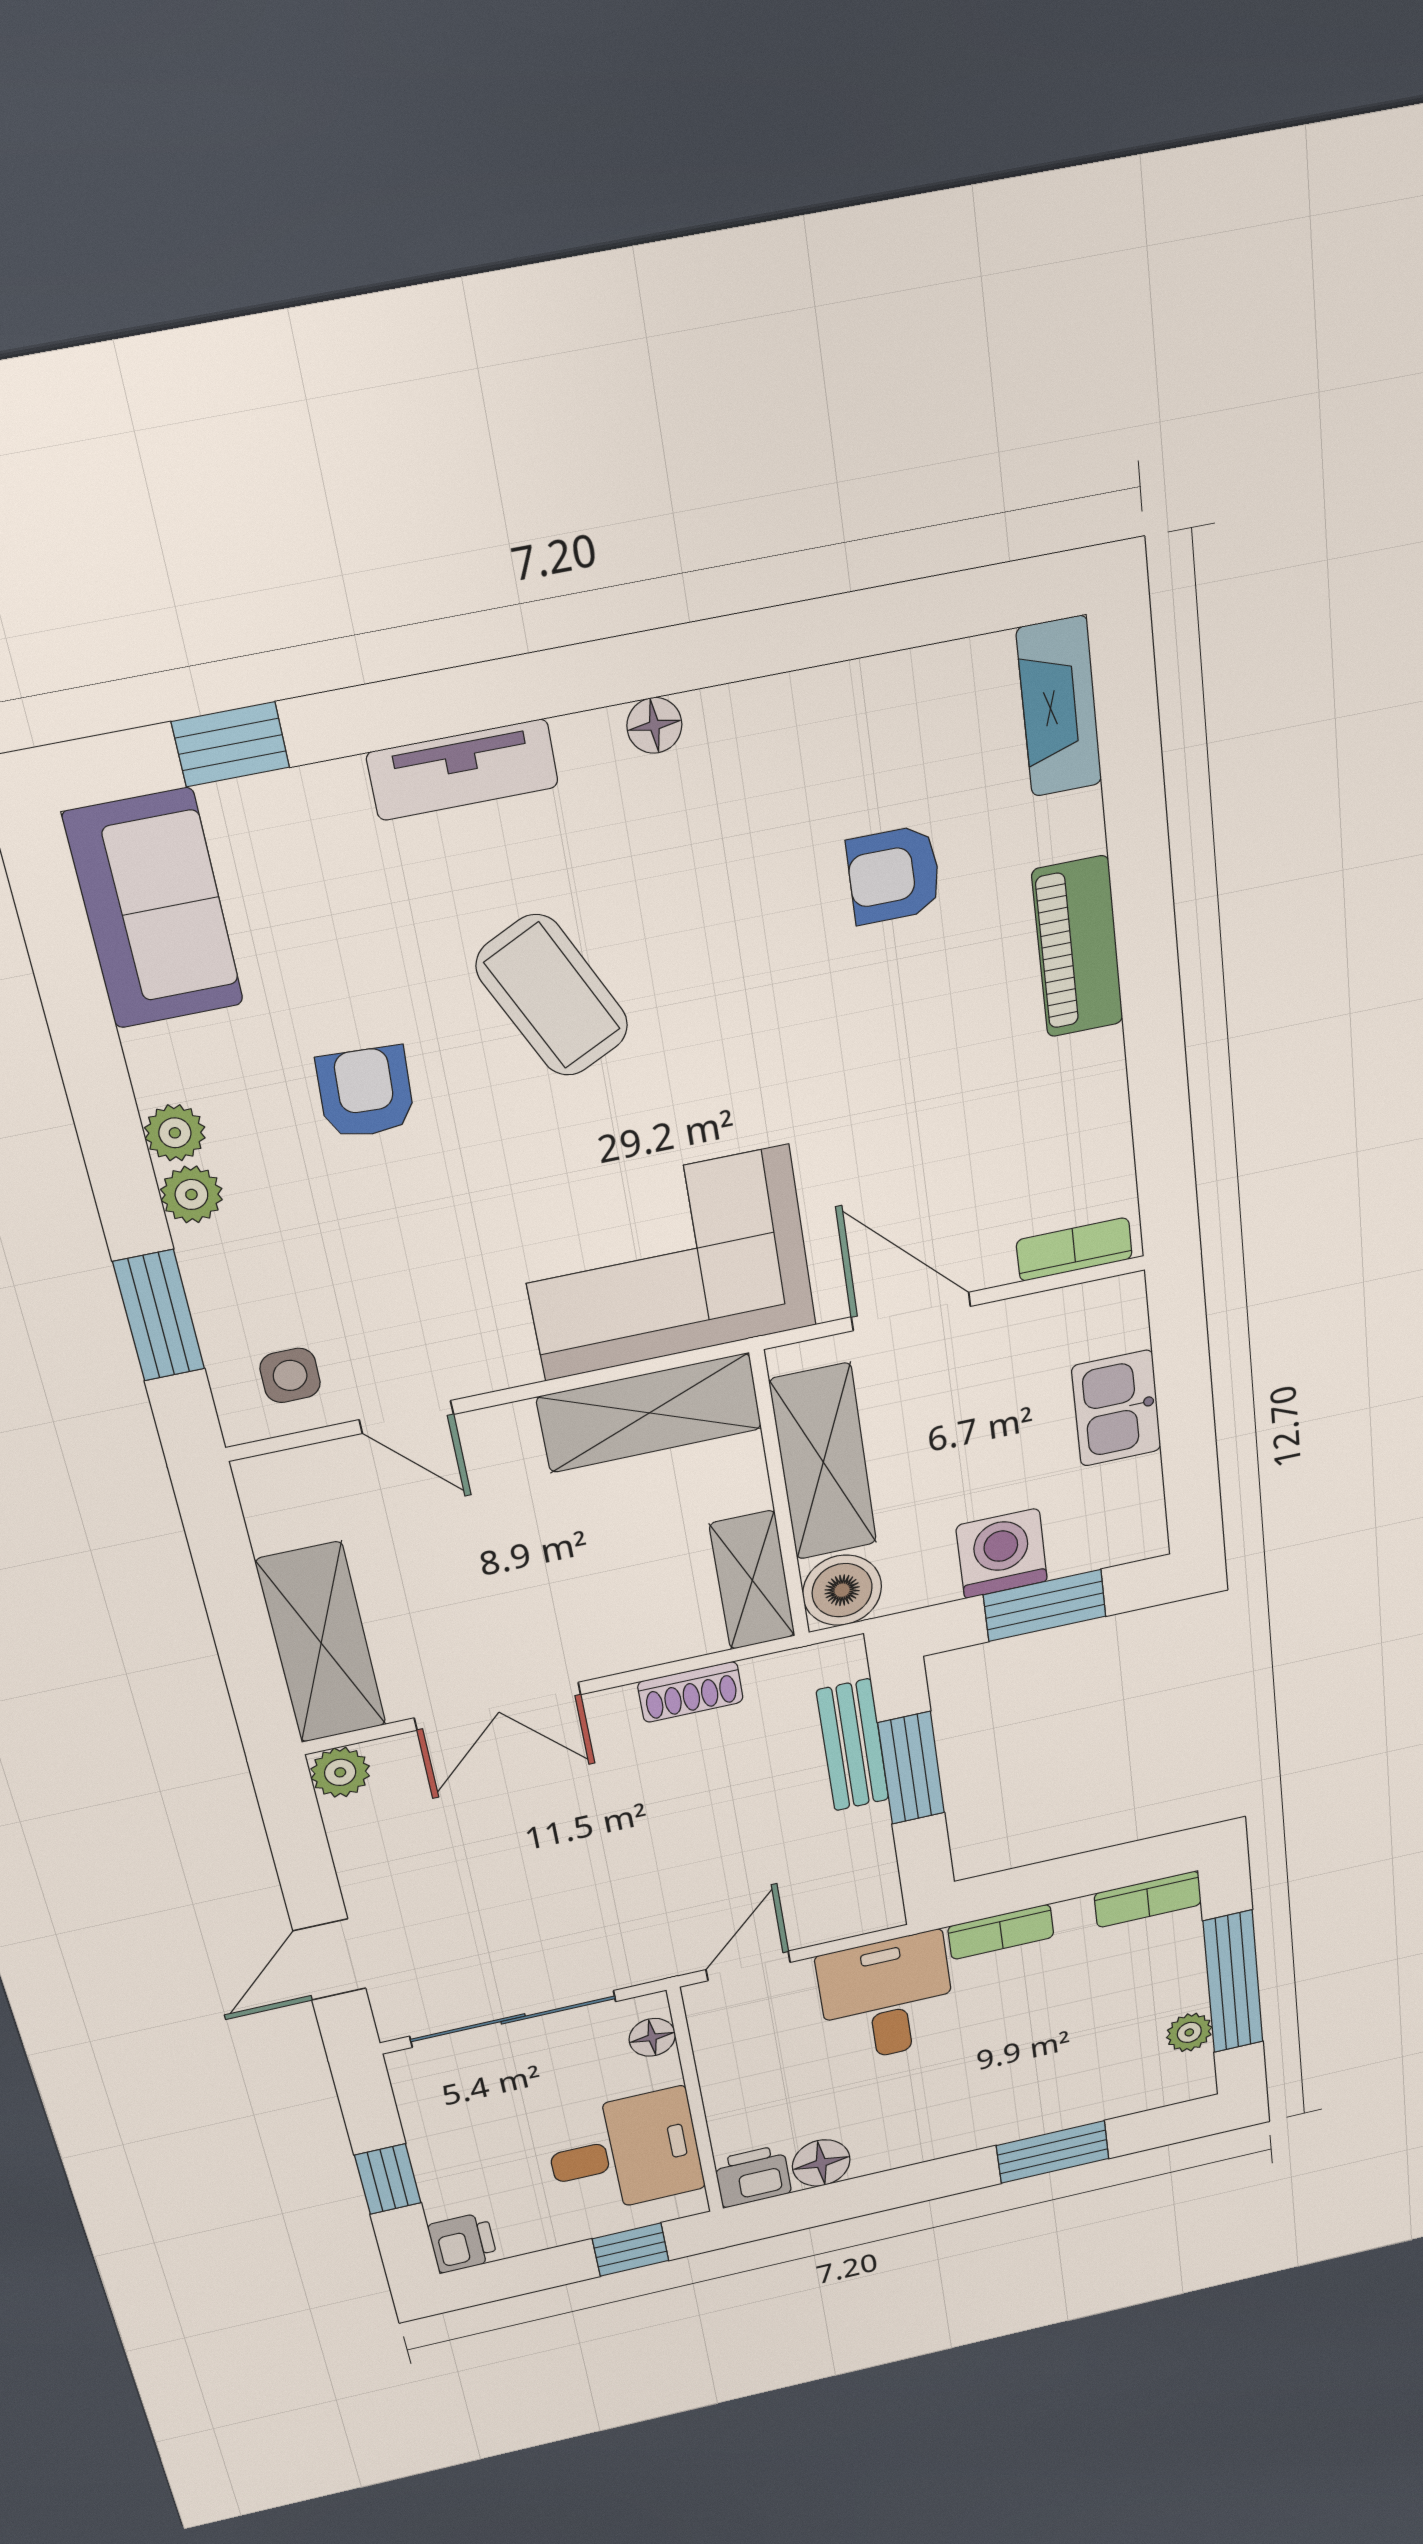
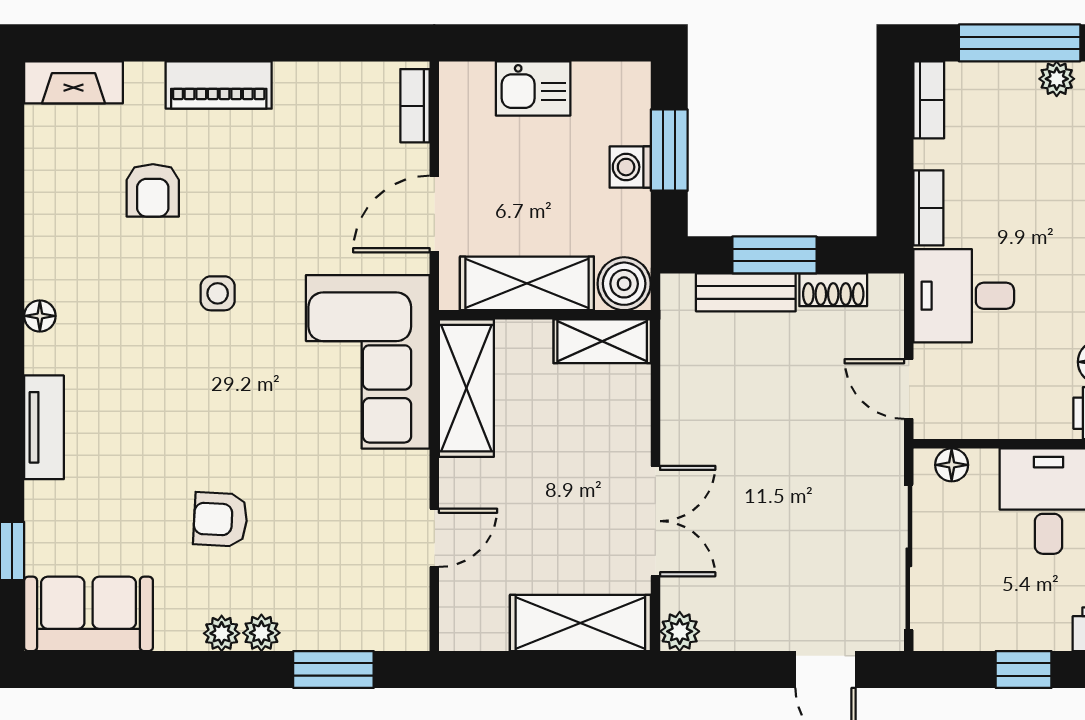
coffee table: (552, 996) -> (184, 401), removed
side table: (290, 1375) -> (218, 293), moved
washing machine: (1002, 1553) -> (630, 167), width x0.73, depth x0.73
shoe rack: (690, 1692) -> (833, 290), moved, turned 90

